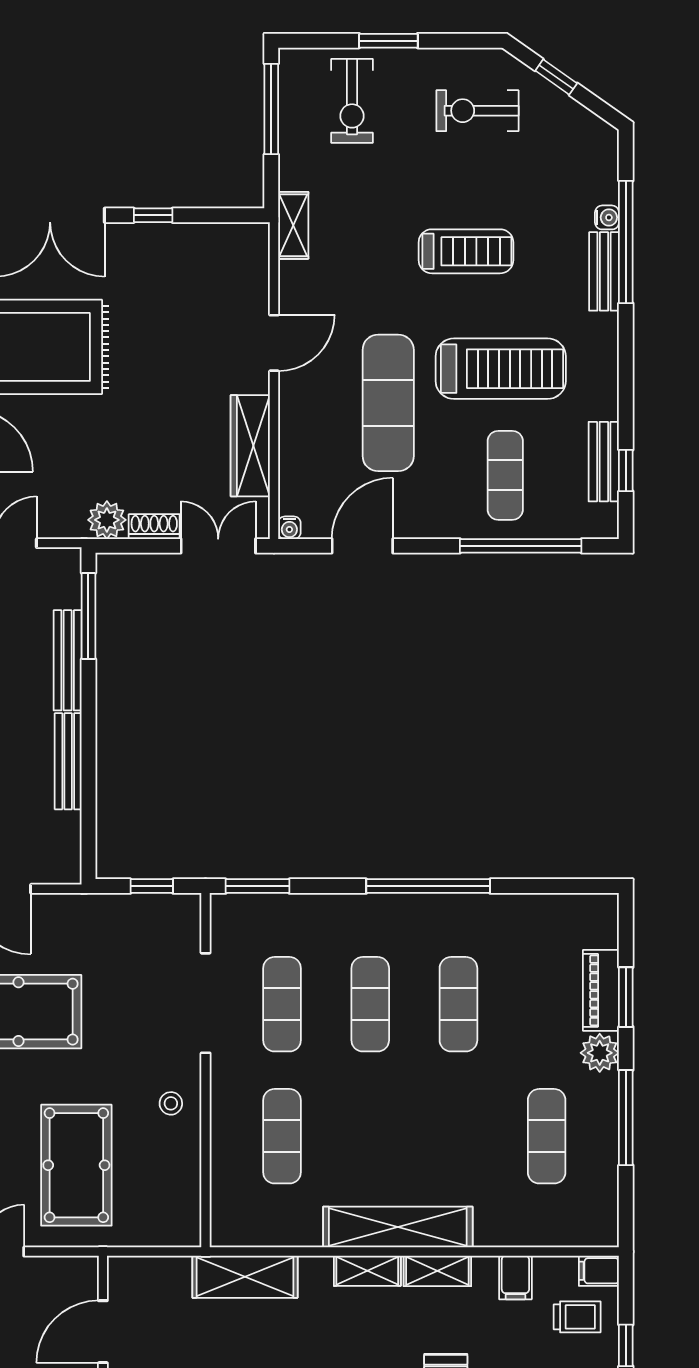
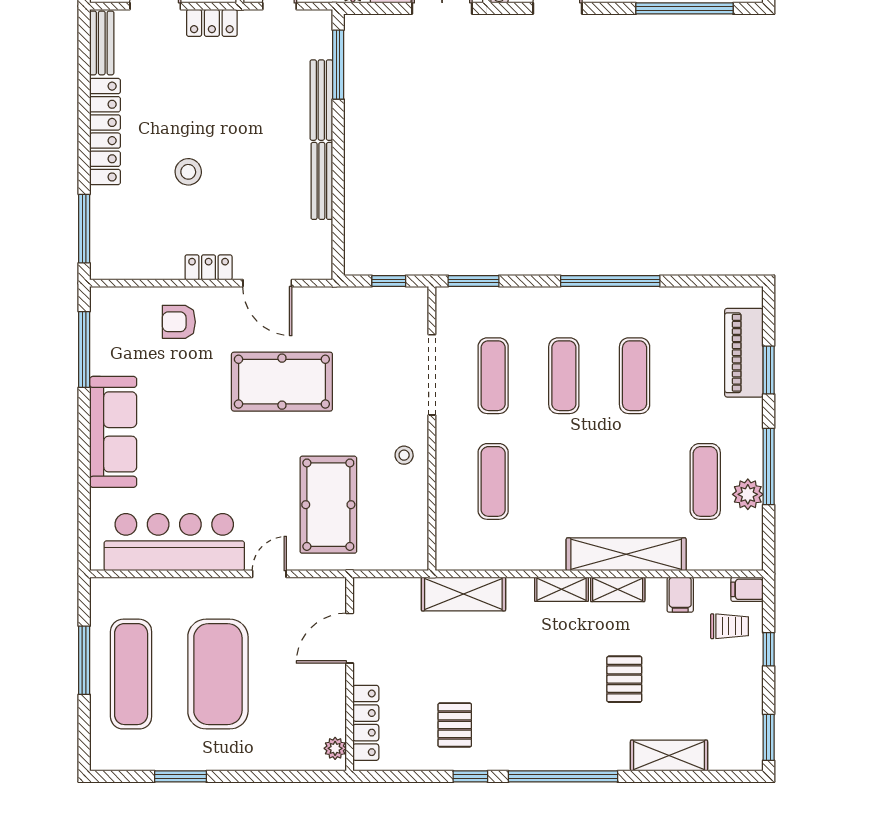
piano: (601, 990) -> (744, 353), width x1.37, depth x1.33
plant: (600, 1053) -> (748, 494), moved
shelving: (398, 1227) -> (626, 554), moved

